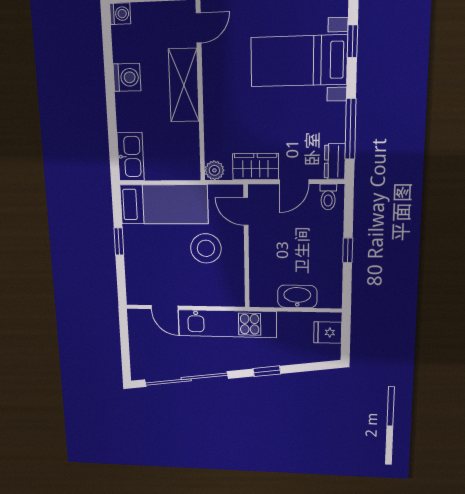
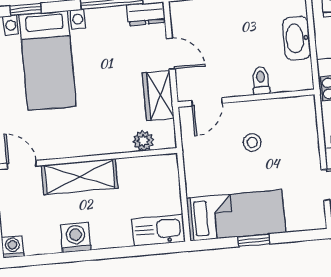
plant: (214, 170) -> (143, 141), moved
toilet: (328, 197) -> (261, 81), moved, turned -90
bed: (164, 204) -> (236, 215), moved, turned 90
stool: (206, 248) -> (252, 142), width x0.53, depth x0.53

